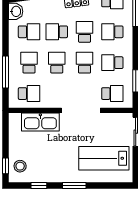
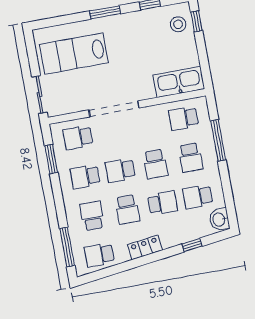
school desk: (112, 32) -> (92, 216), turned -90
school desk: (85, 63) -> (120, 170), turned 90
school desk: (112, 63) -> (85, 177), turned 180
kitchen sink: (40, 122) -> (179, 82), moved
lab bench: (104, 158) -> (74, 54), turned 180

